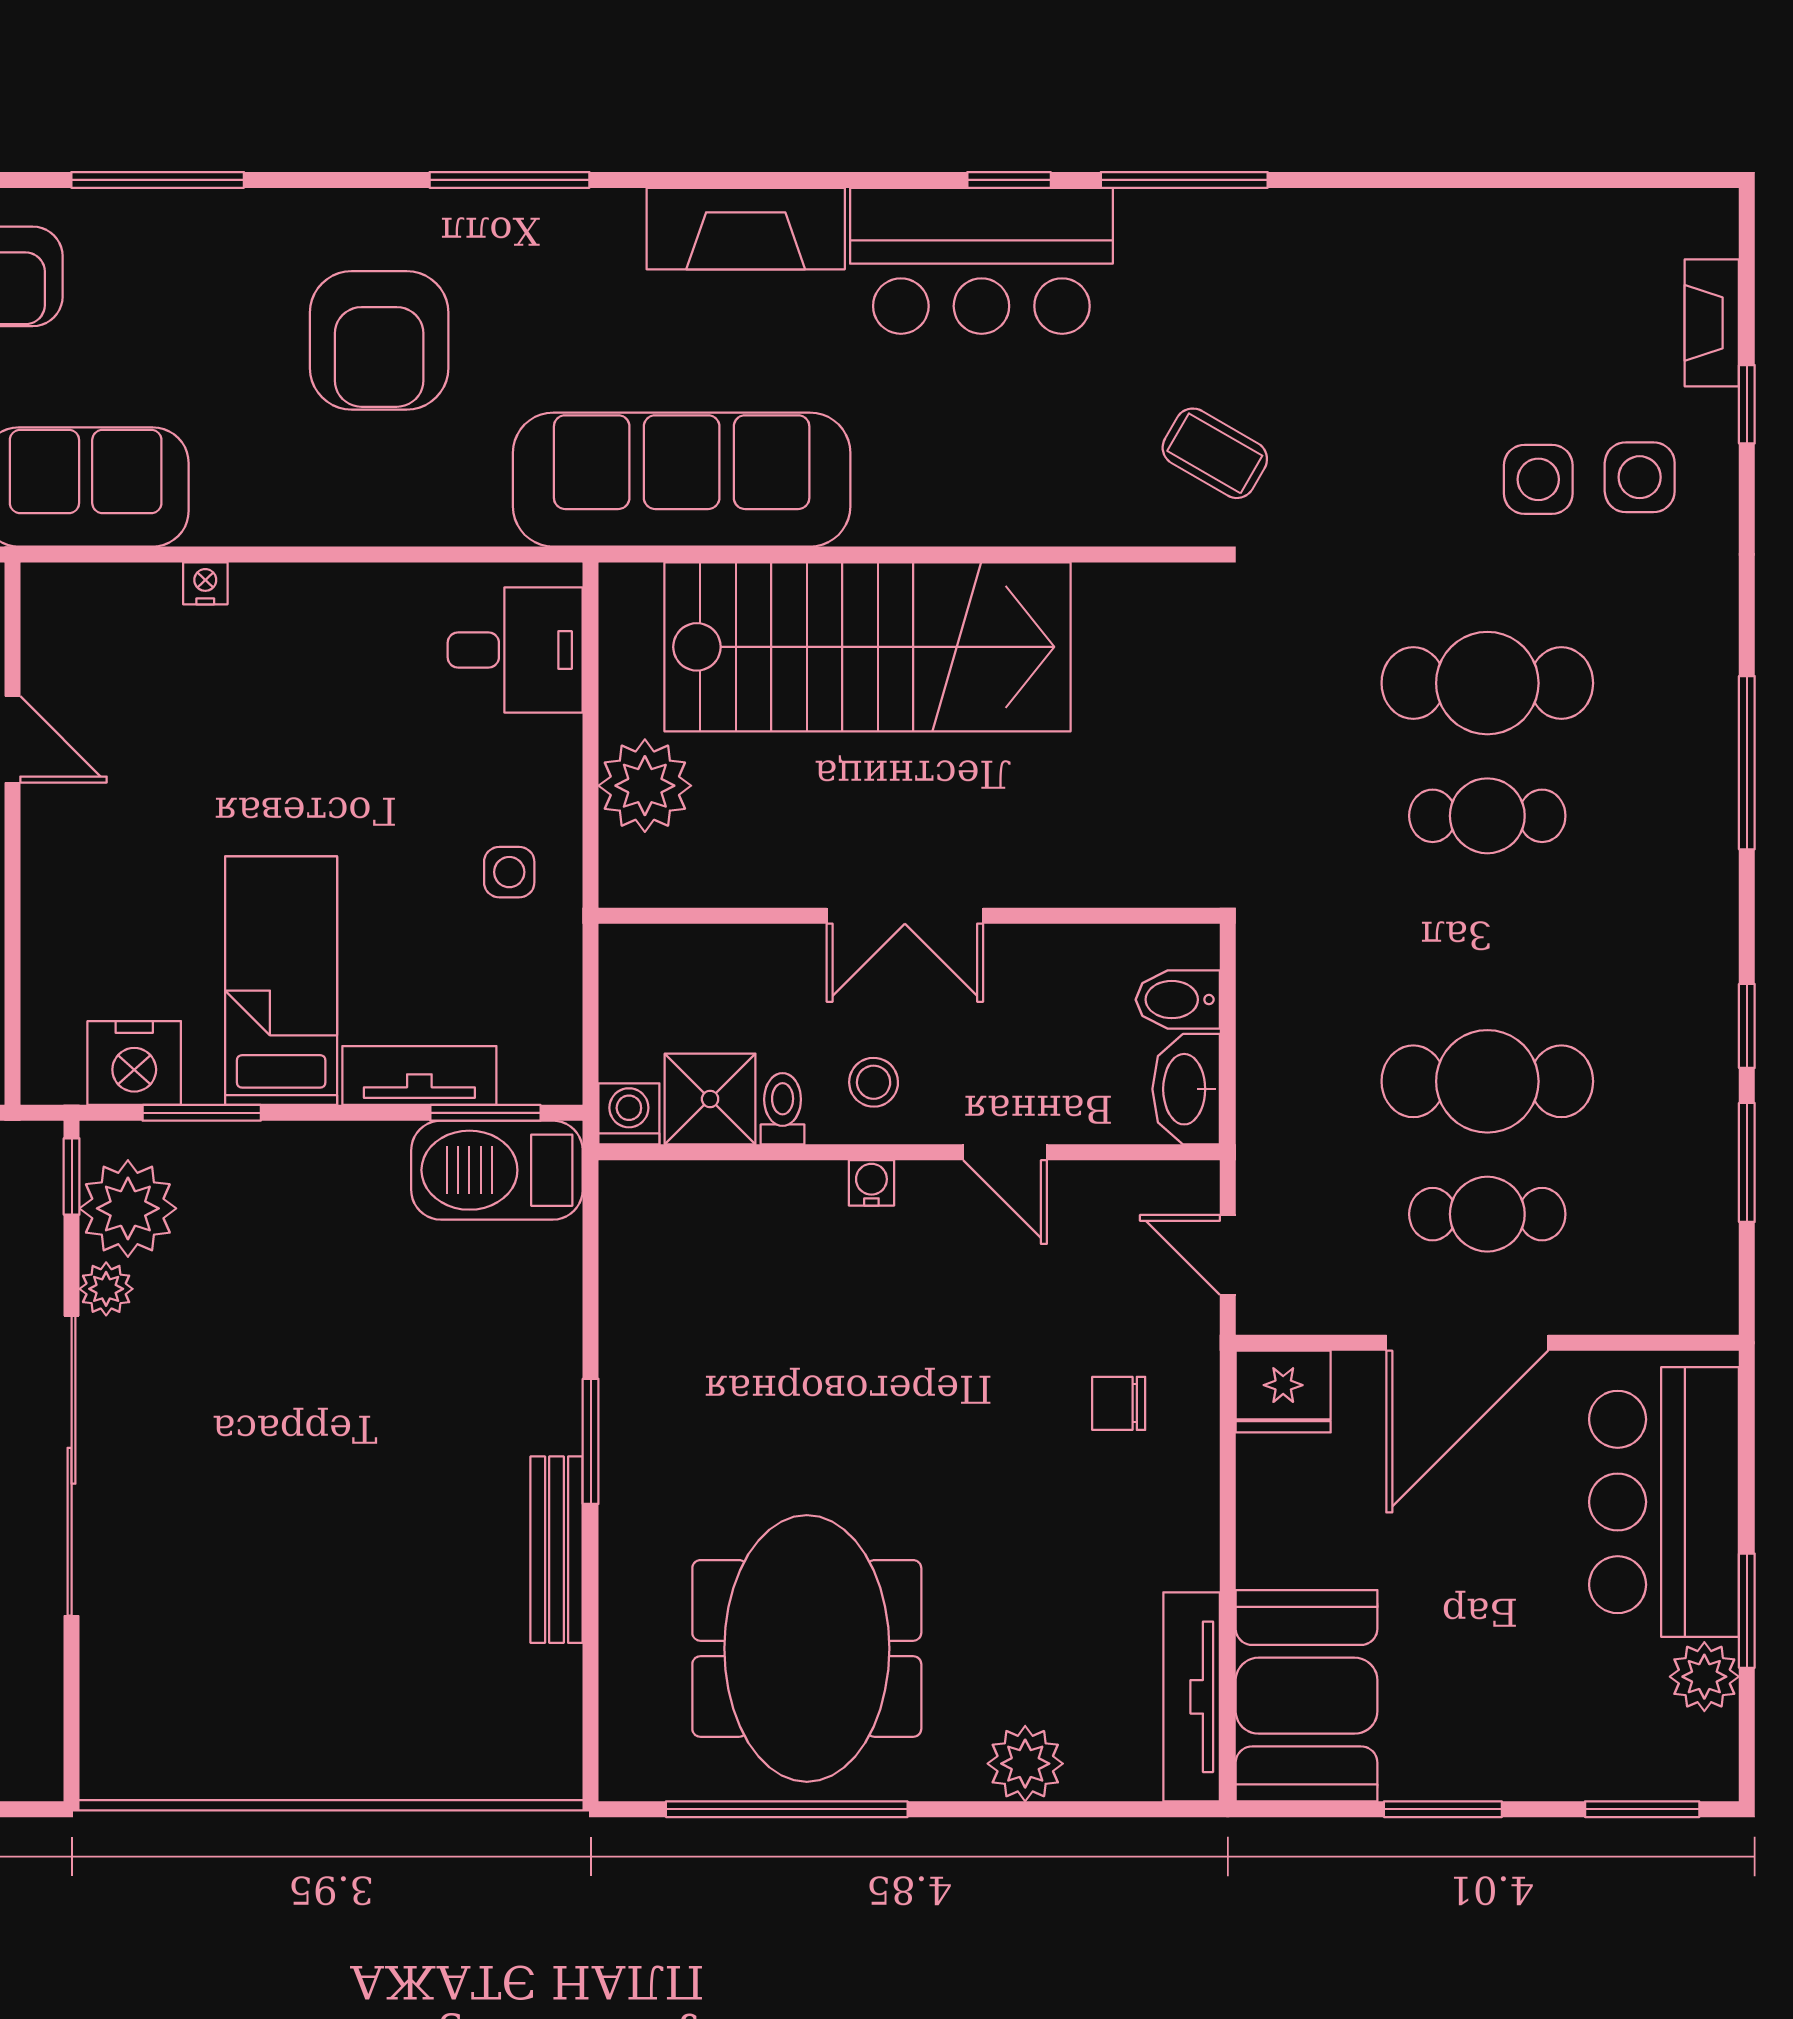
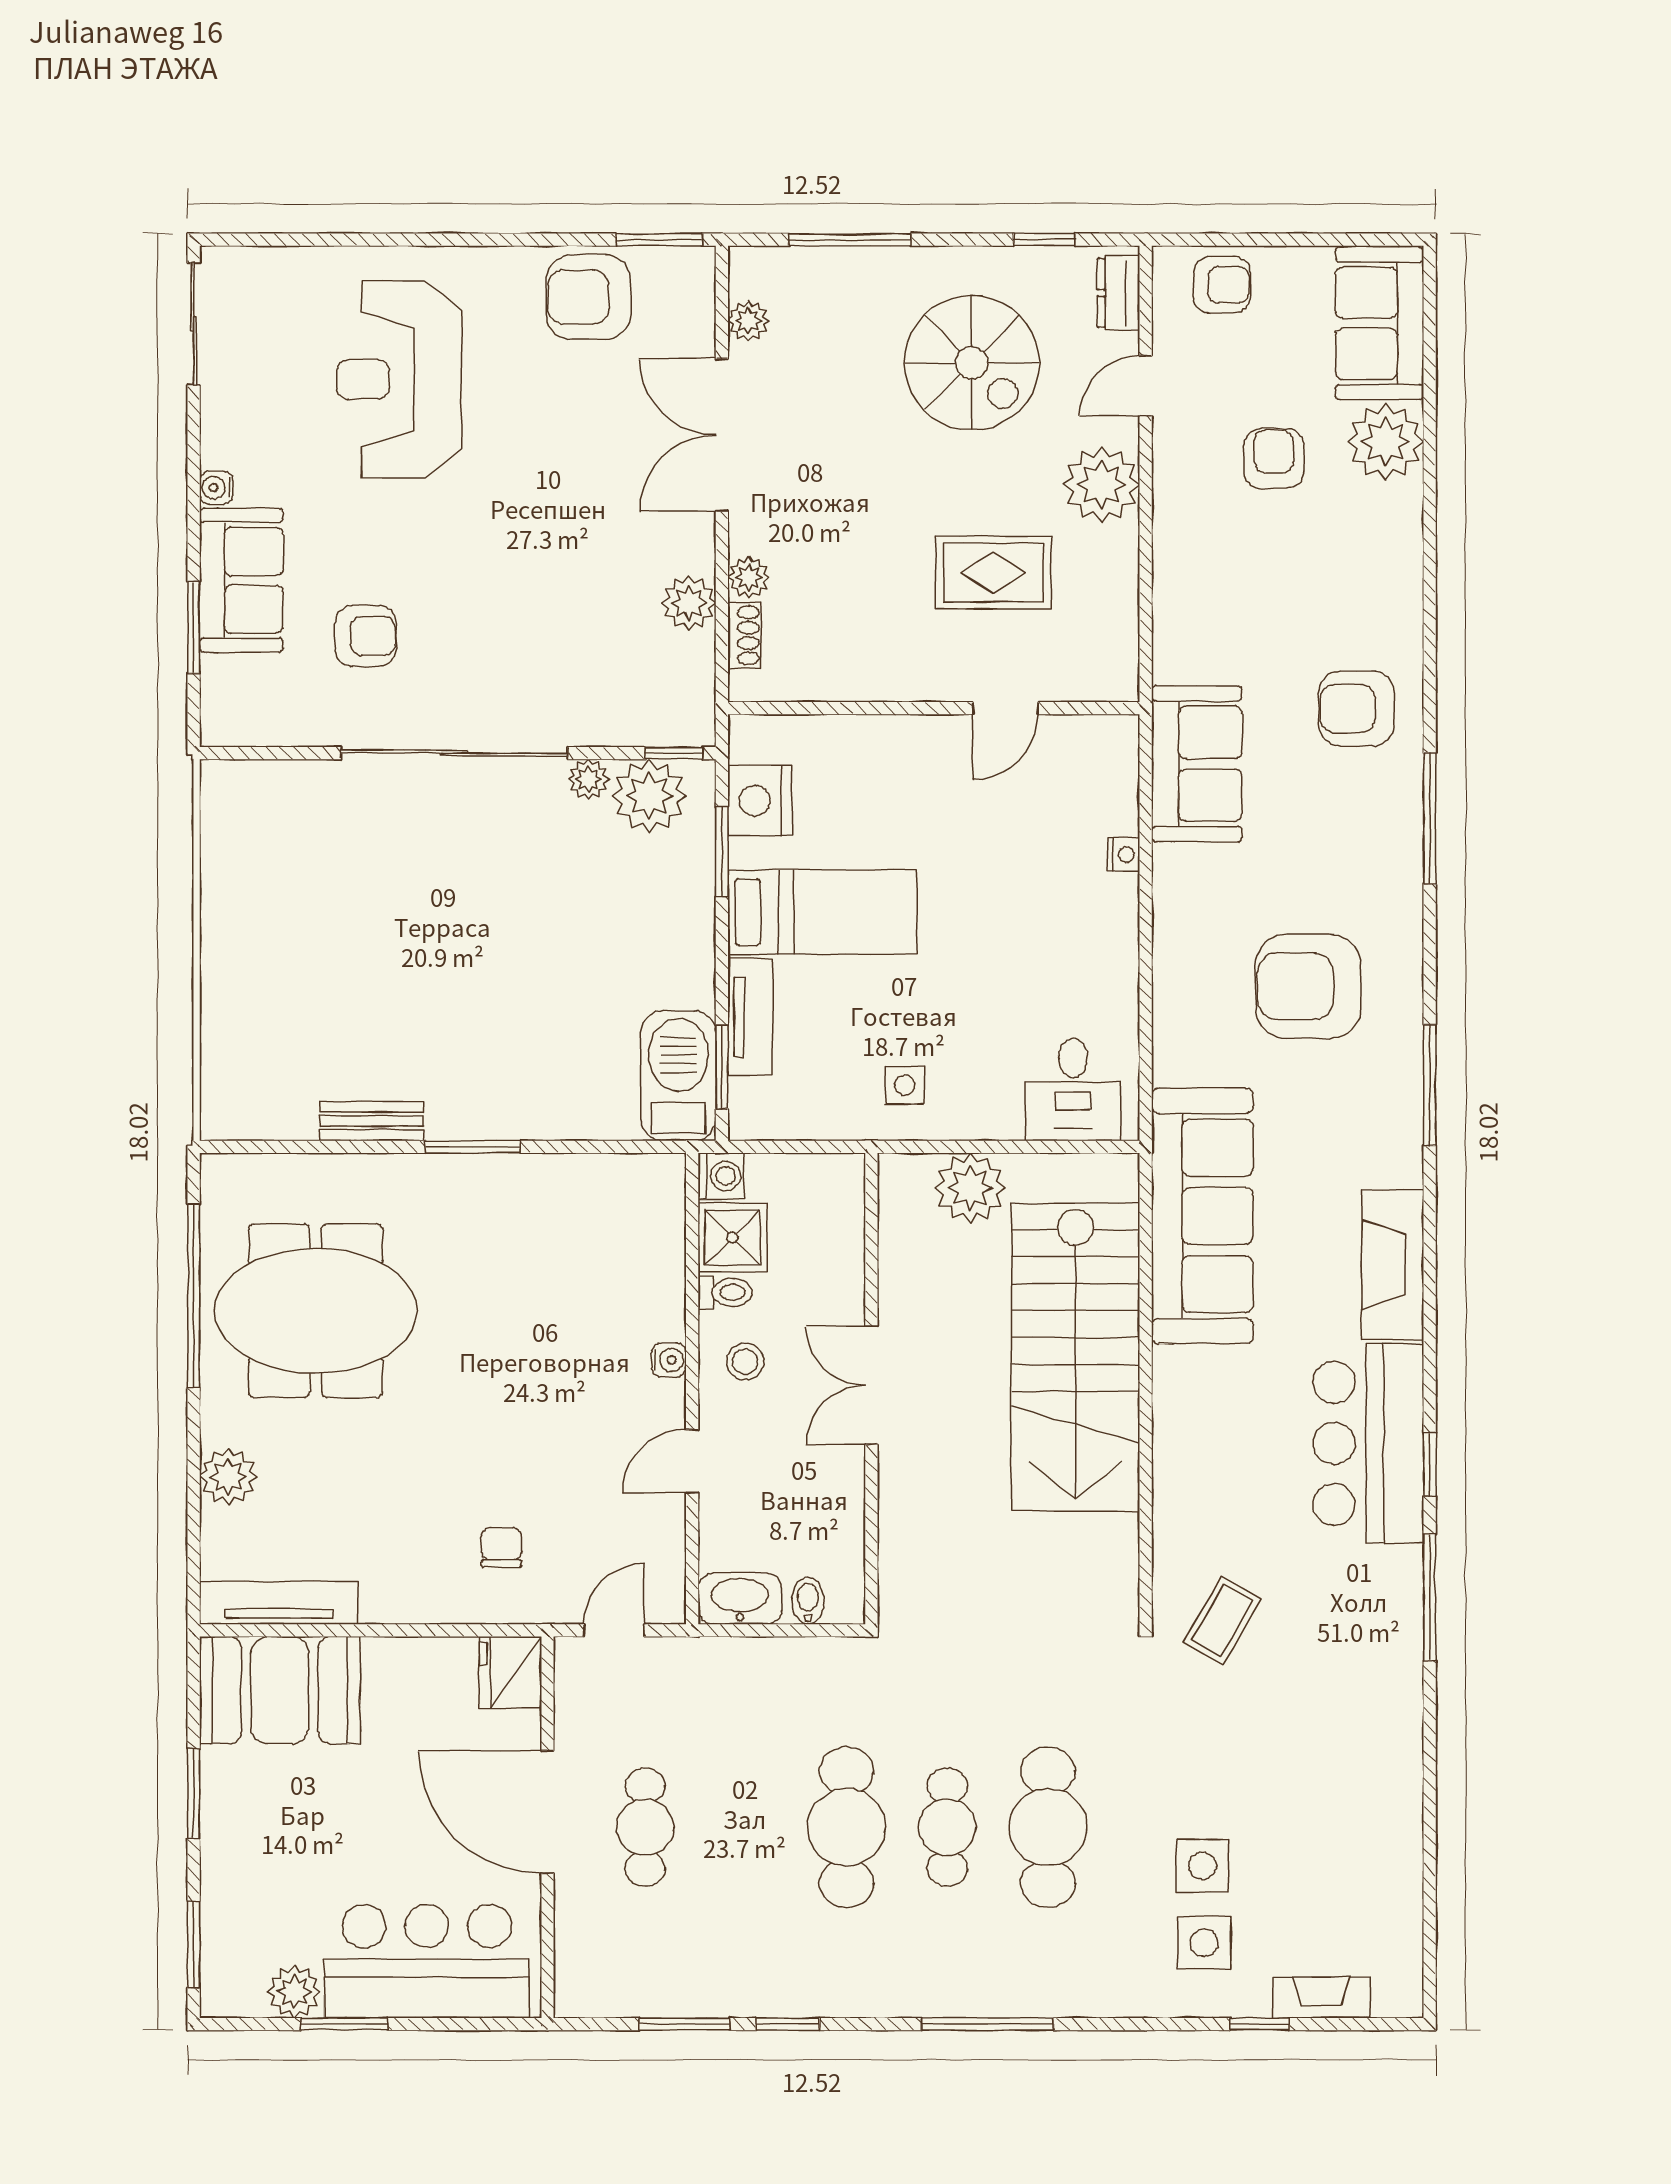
bidet: (1178, 1000) -> (808, 1601), width x0.72, depth x0.74
cafe table: (1487, 1081) -> (847, 1827), moved
bench: (557, 1550) -> (372, 1121), width x0.73

